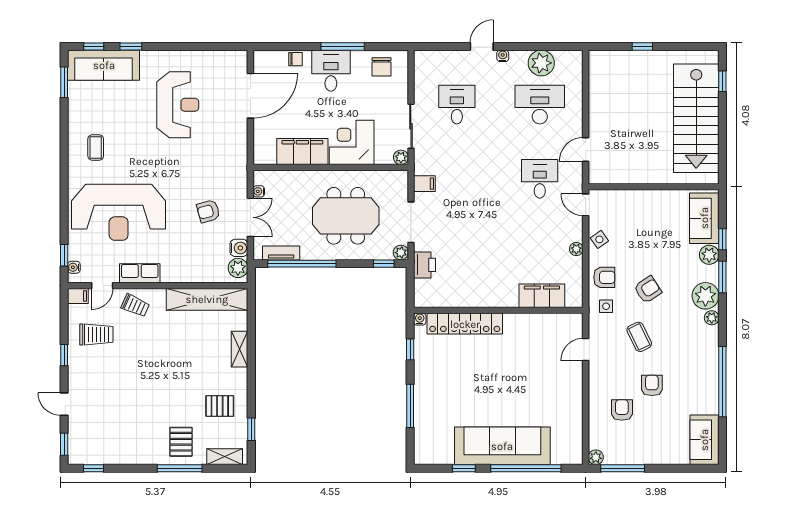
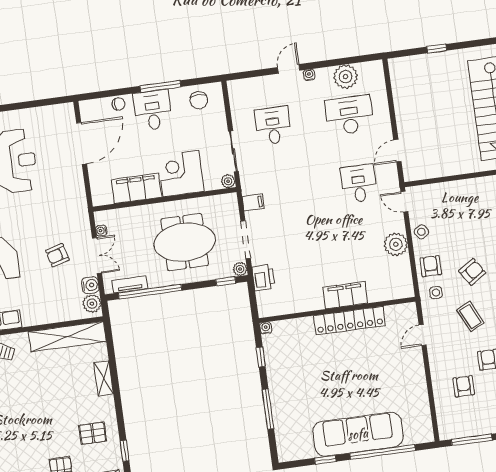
plant: (576, 249) -> (396, 244), width x1.88, depth x1.88
armchair: (604, 277) -> (431, 266), turned -90
filing cabinet: (542, 296) -> (345, 295), moved
locker: (465, 324) -> (350, 321), moved
plant: (596, 457) -> (446, 433), removed

